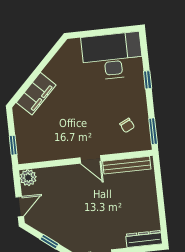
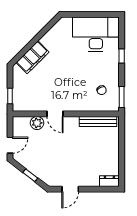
door: (91, 159) -> (55, 114), moved
plant: (28, 178) -> (37, 123), moved
dresser: (144, 239) -> (109, 181), width x0.70

